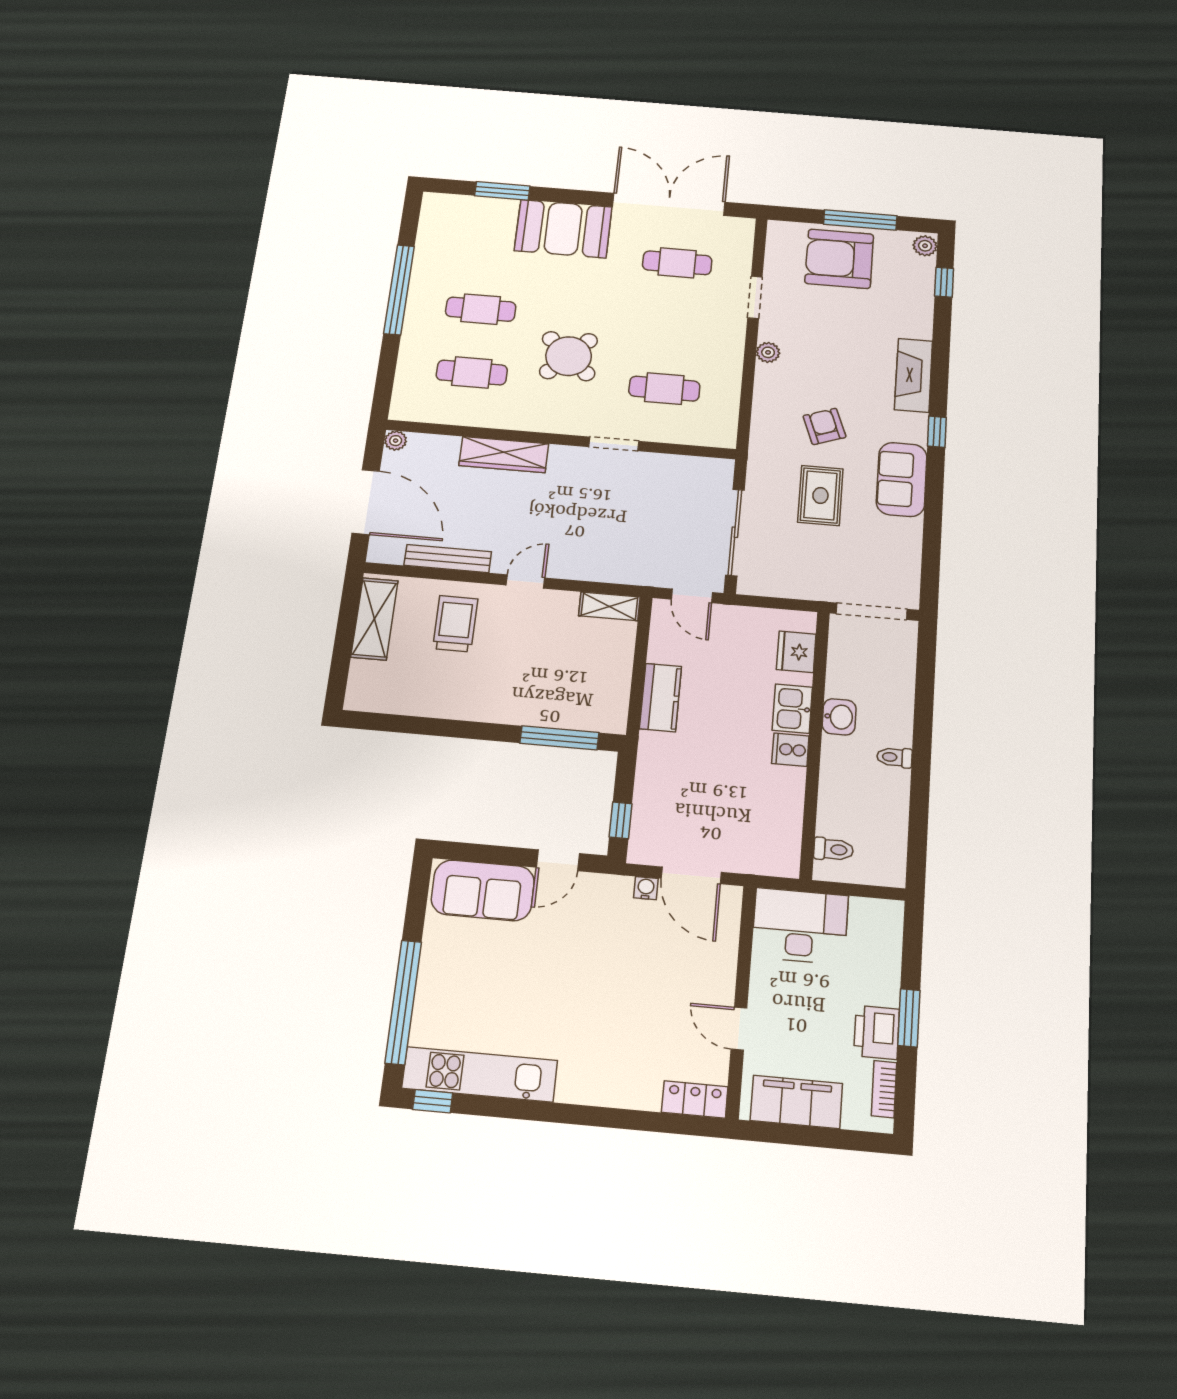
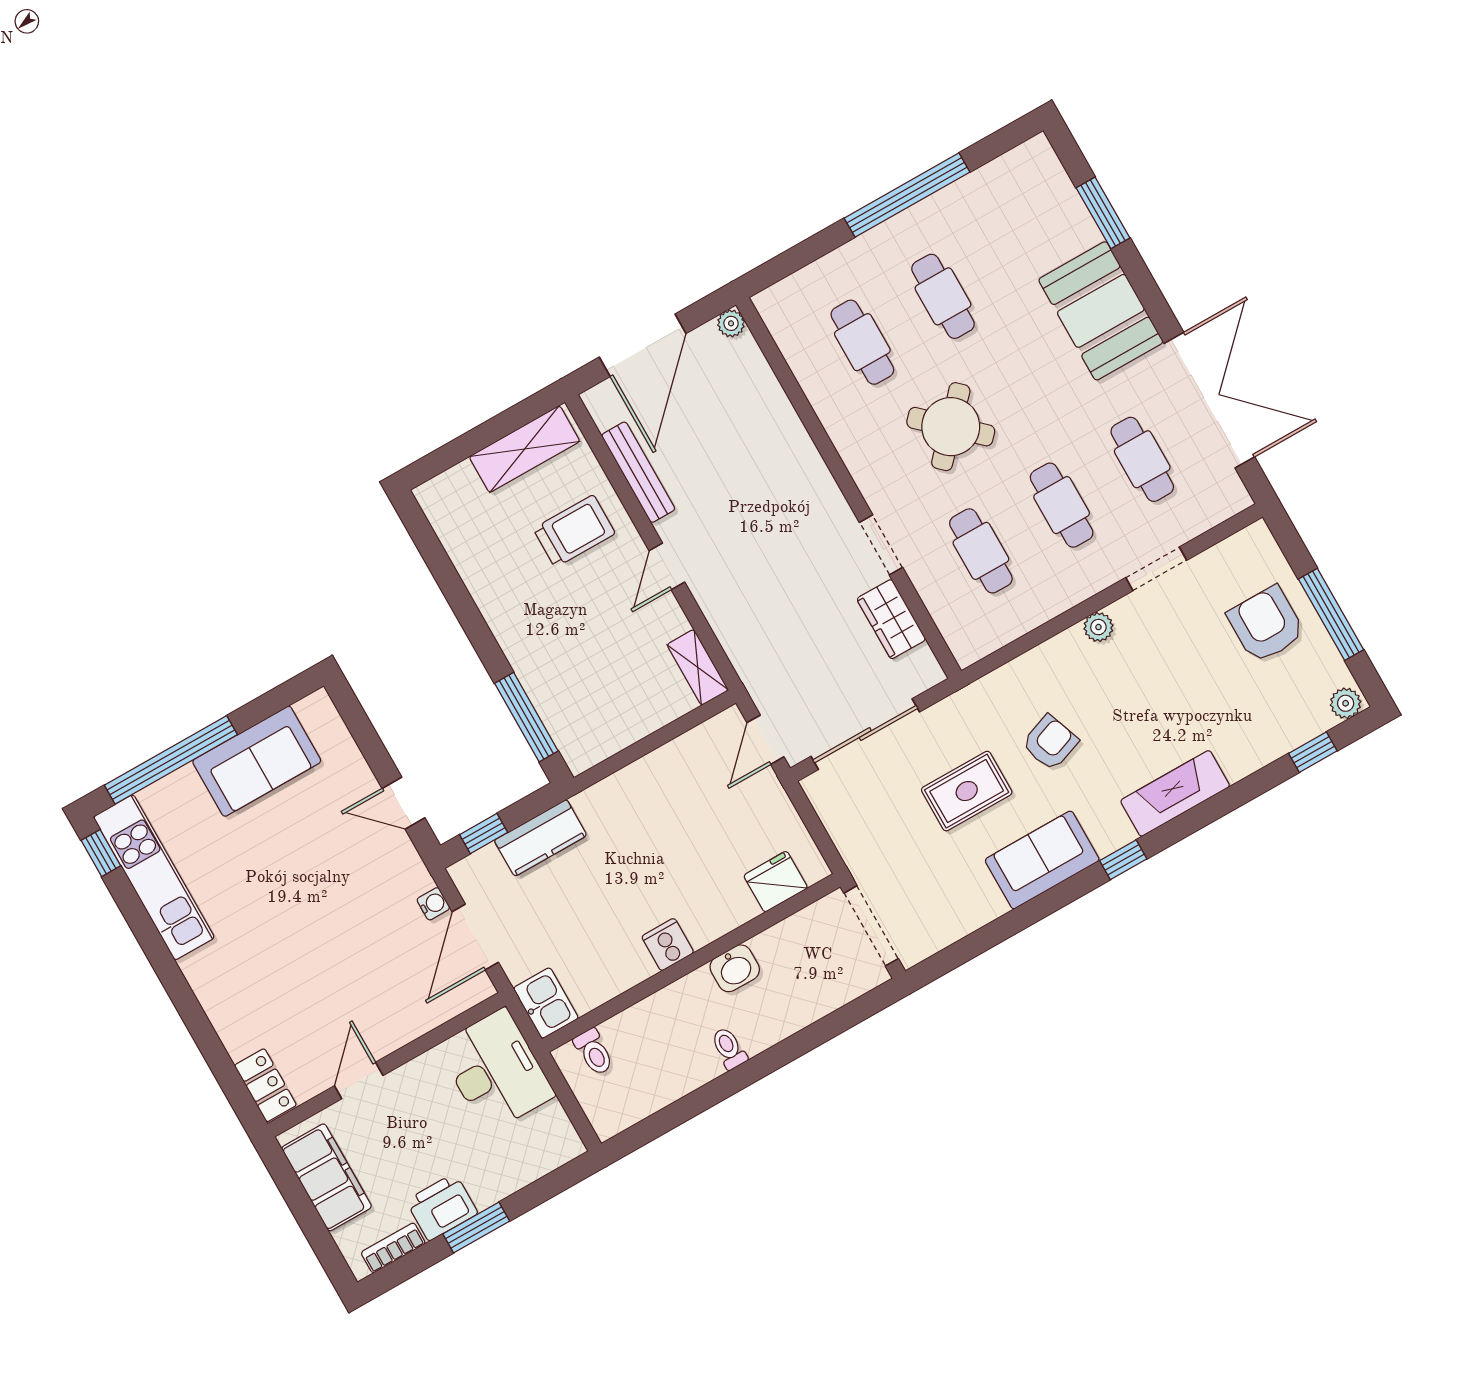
armchair: (839, 259) -> (1266, 624), width x0.73, depth x0.73
cafe table: (671, 325) -> (1062, 505), added
wardrobe: (504, 455) -> (891, 619), moved, width x0.67
door: (525, 581) -> (667, 566), swing flipped
kitchen counter: (660, 697) -> (541, 838), moved
kitchen sink: (792, 709) -> (546, 1003), moved, turned 90
sofa: (483, 890) -> (257, 761), moved, turned -90

